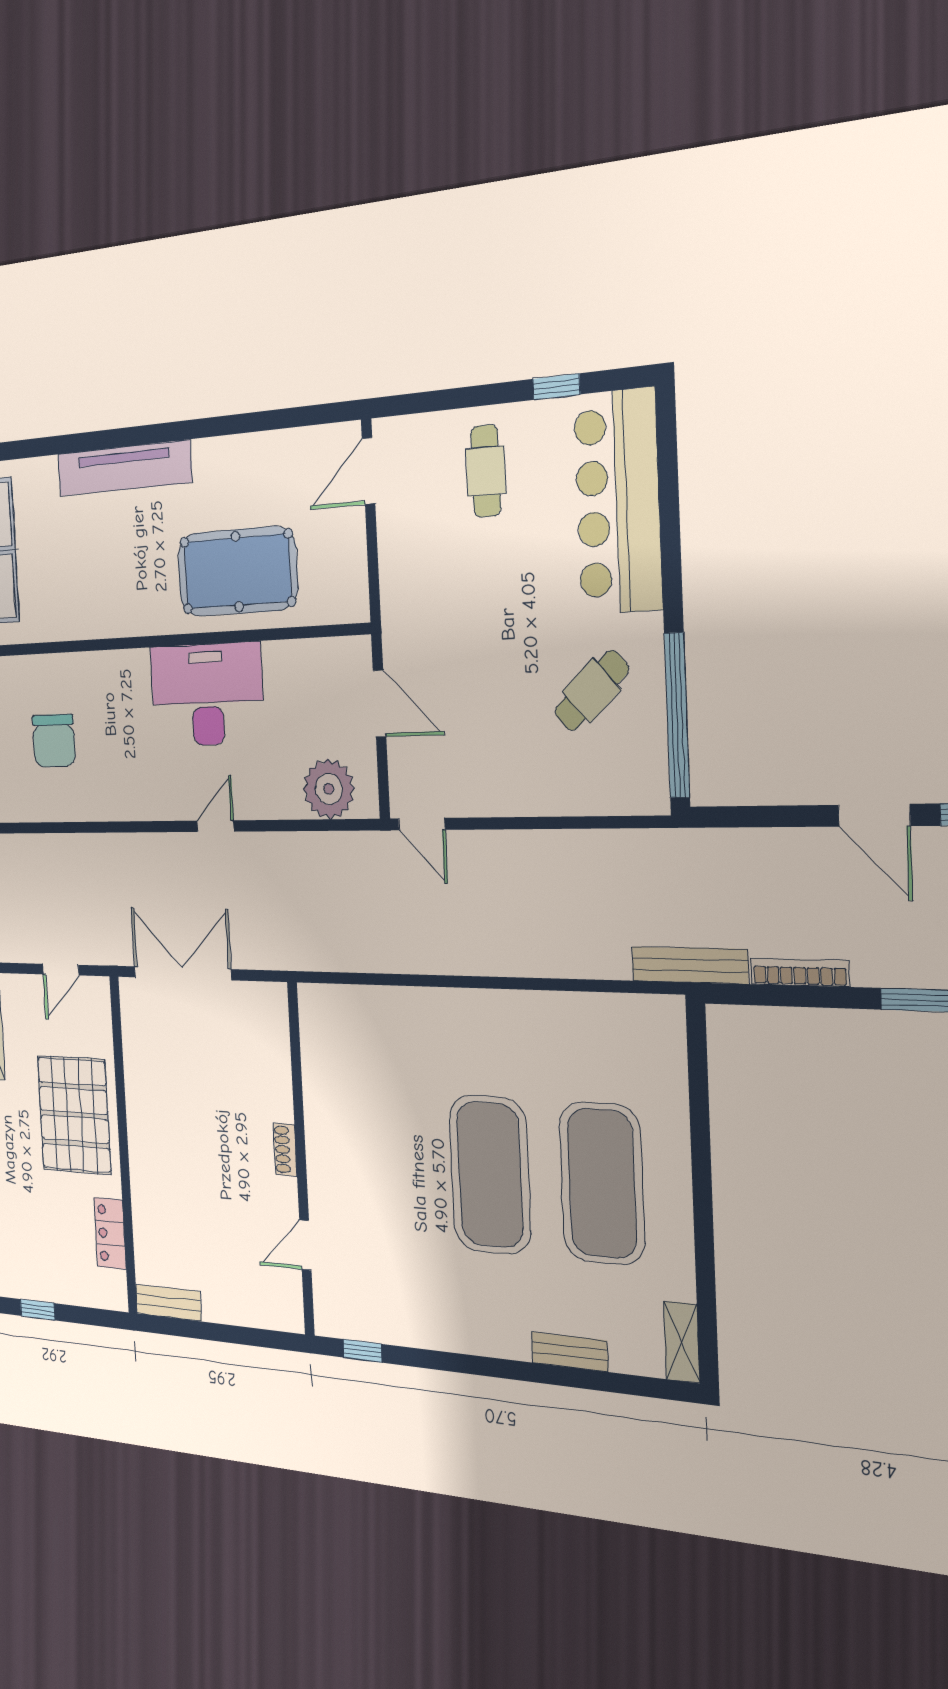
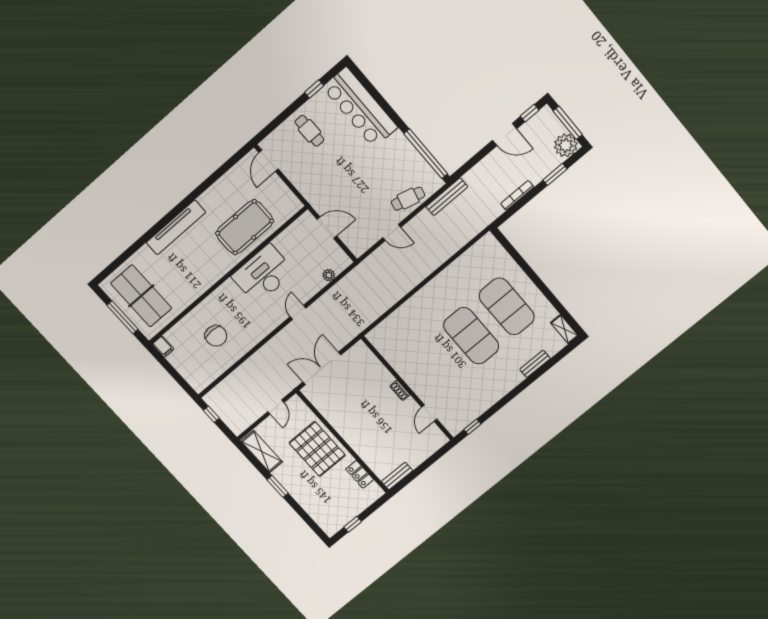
cafe table: (592, 691) -> (408, 199), moved, turned 56
plant: (329, 789) -> (329, 275), width x0.53, depth x0.53
door: (422, 824) -> (392, 232), moved
bench: (690, 965) -> (447, 197), moved

